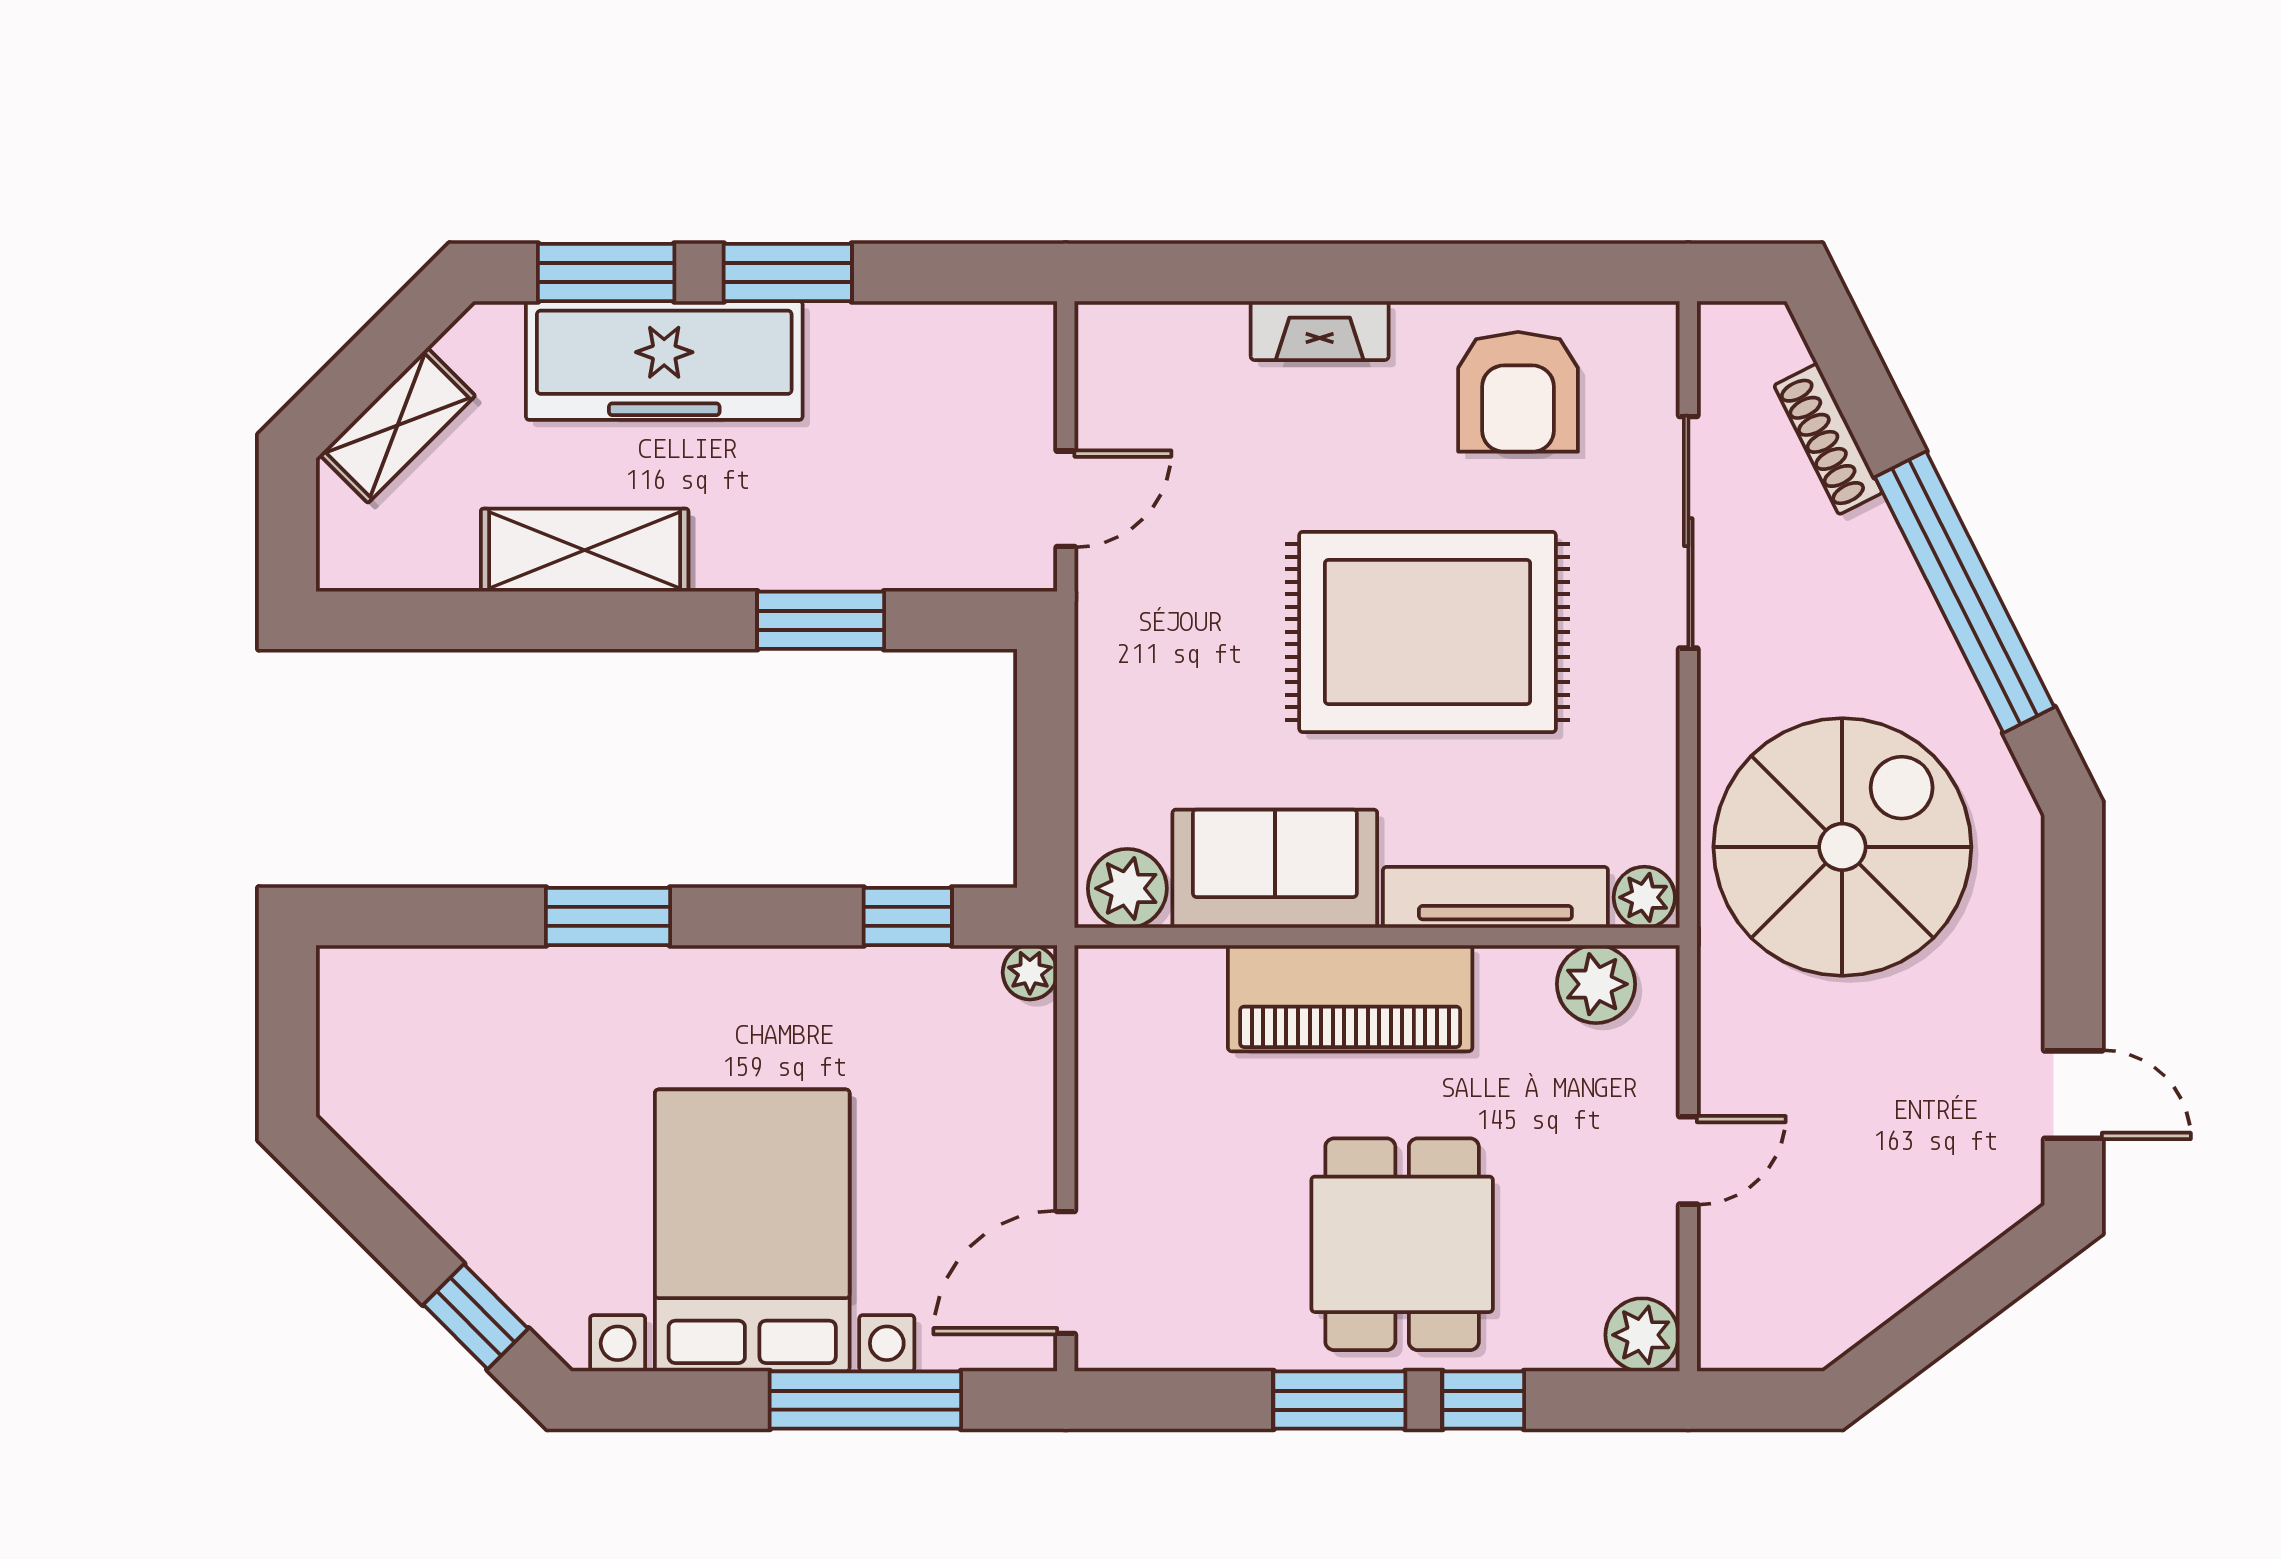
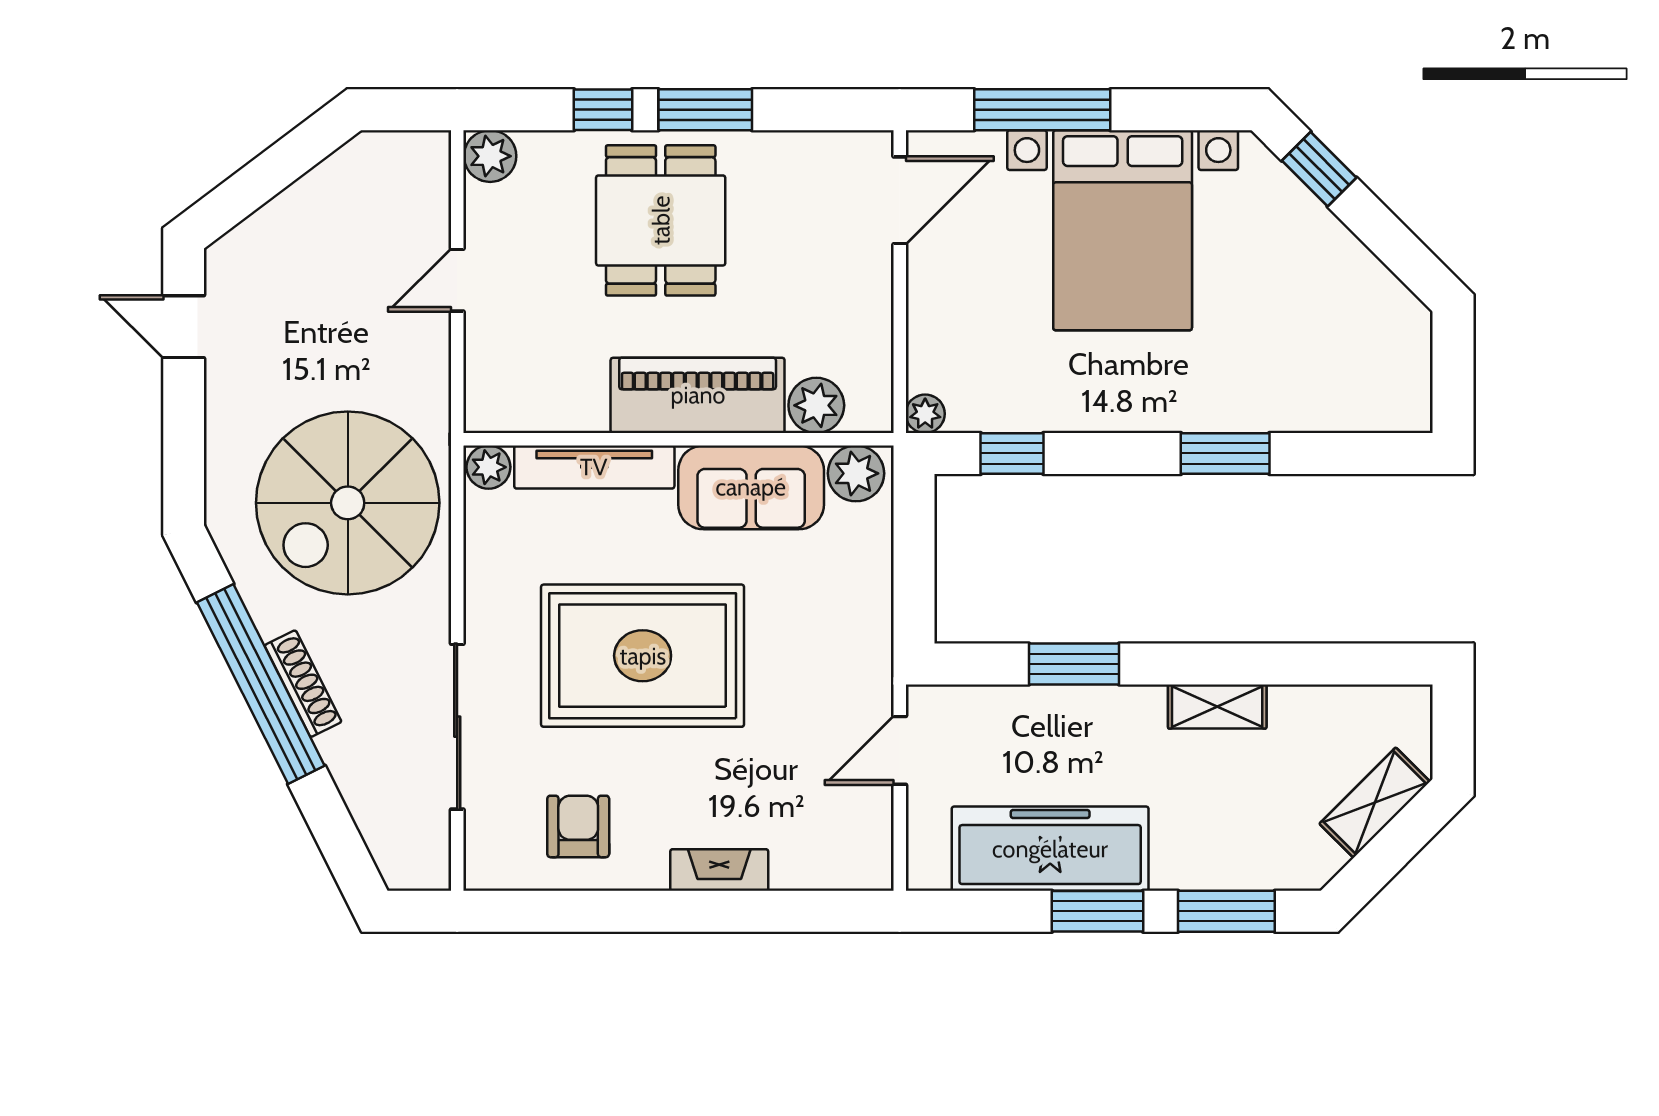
freezer: (664, 361) -> (1050, 849), moved
armchair: (1518, 392) -> (578, 826), width x0.72, depth x0.72
shoe rack: (1828, 439) -> (303, 684), moved
shelving: (585, 550) -> (1217, 706), width x0.67, depth x0.75
plant: (1596, 984) -> (816, 405), moved

